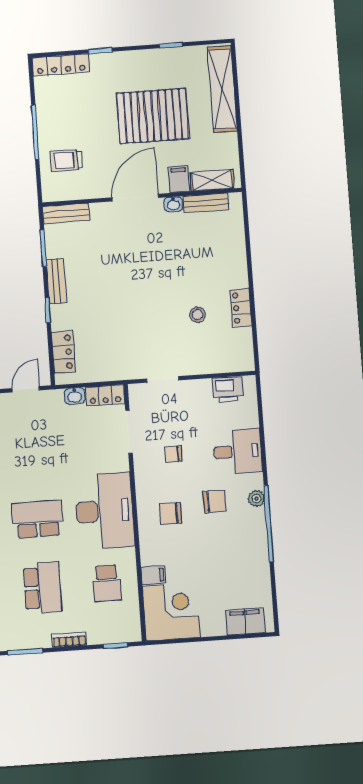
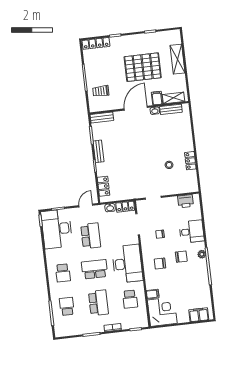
shelving: (222, 89) -> (177, 59), width x0.68
school desk: (33, 451) -> (91, 236), added

